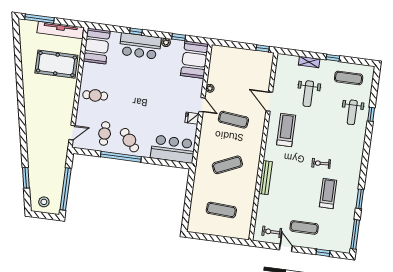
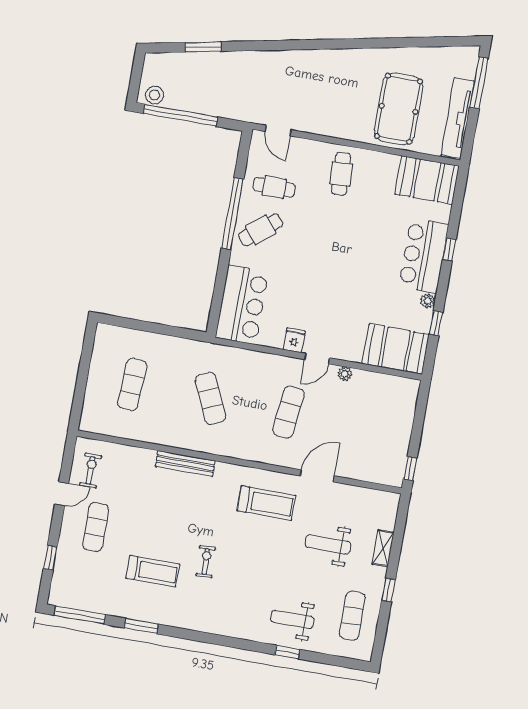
stool: (44, 202) -> (154, 95), moved

